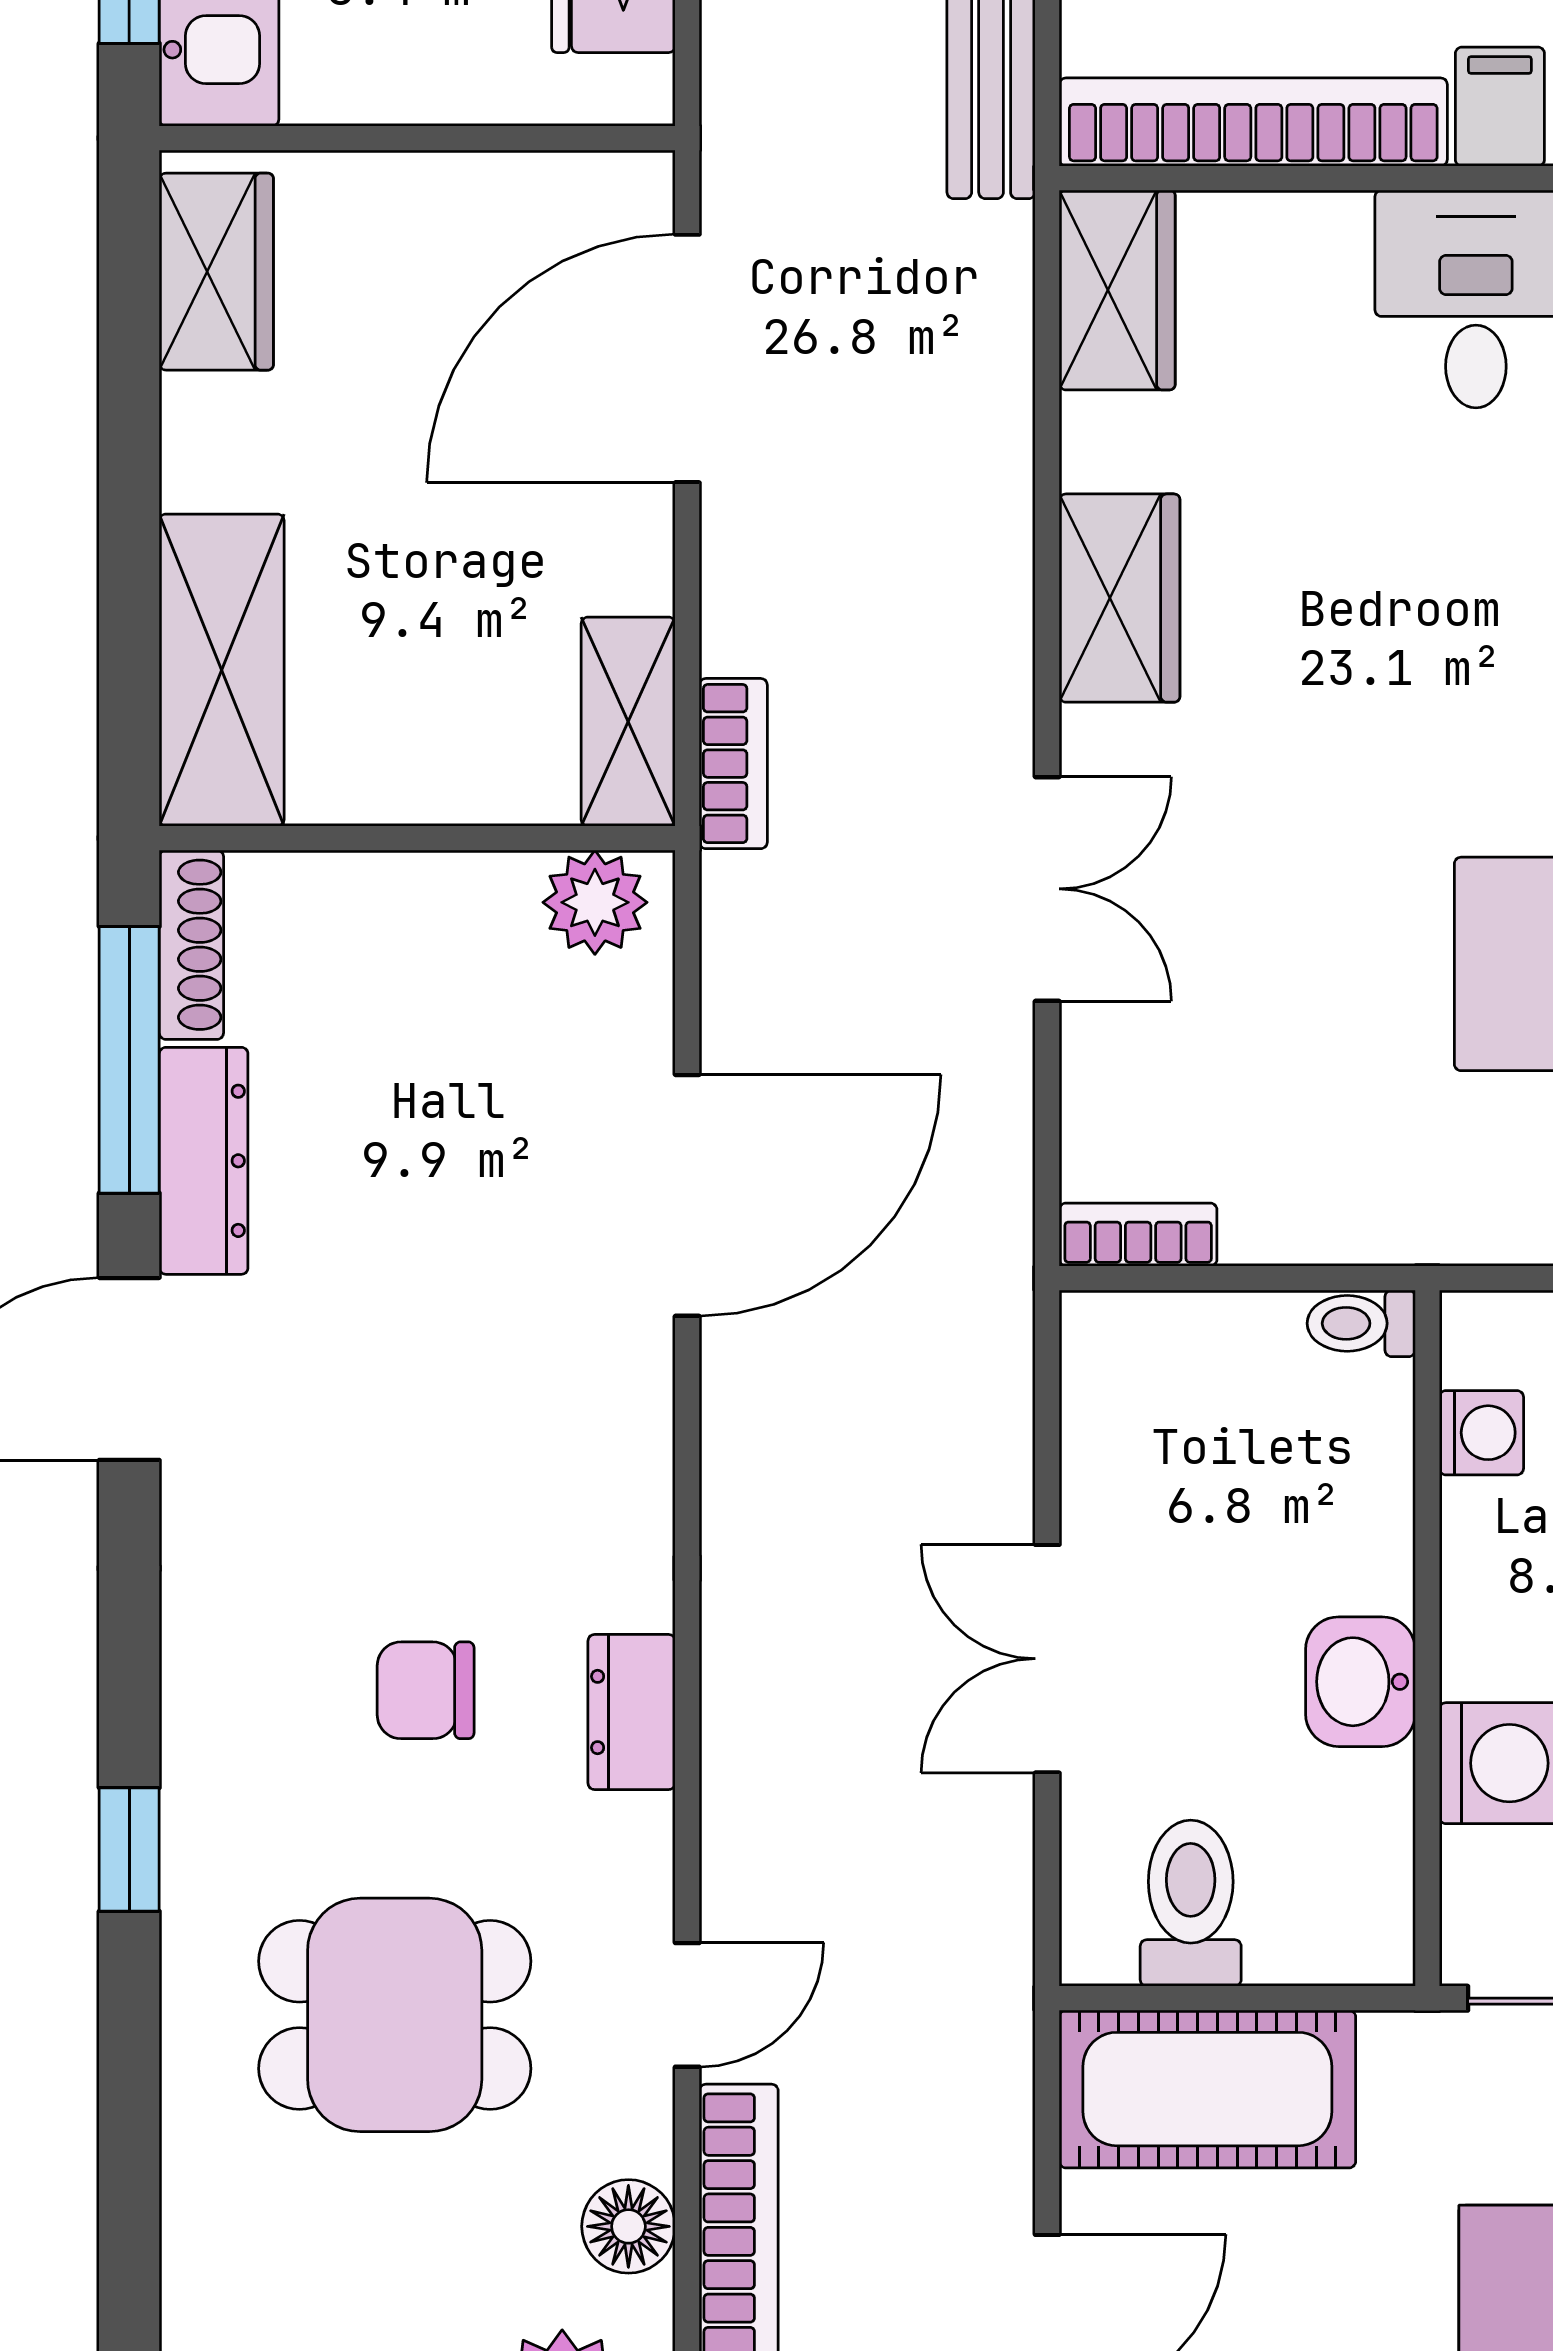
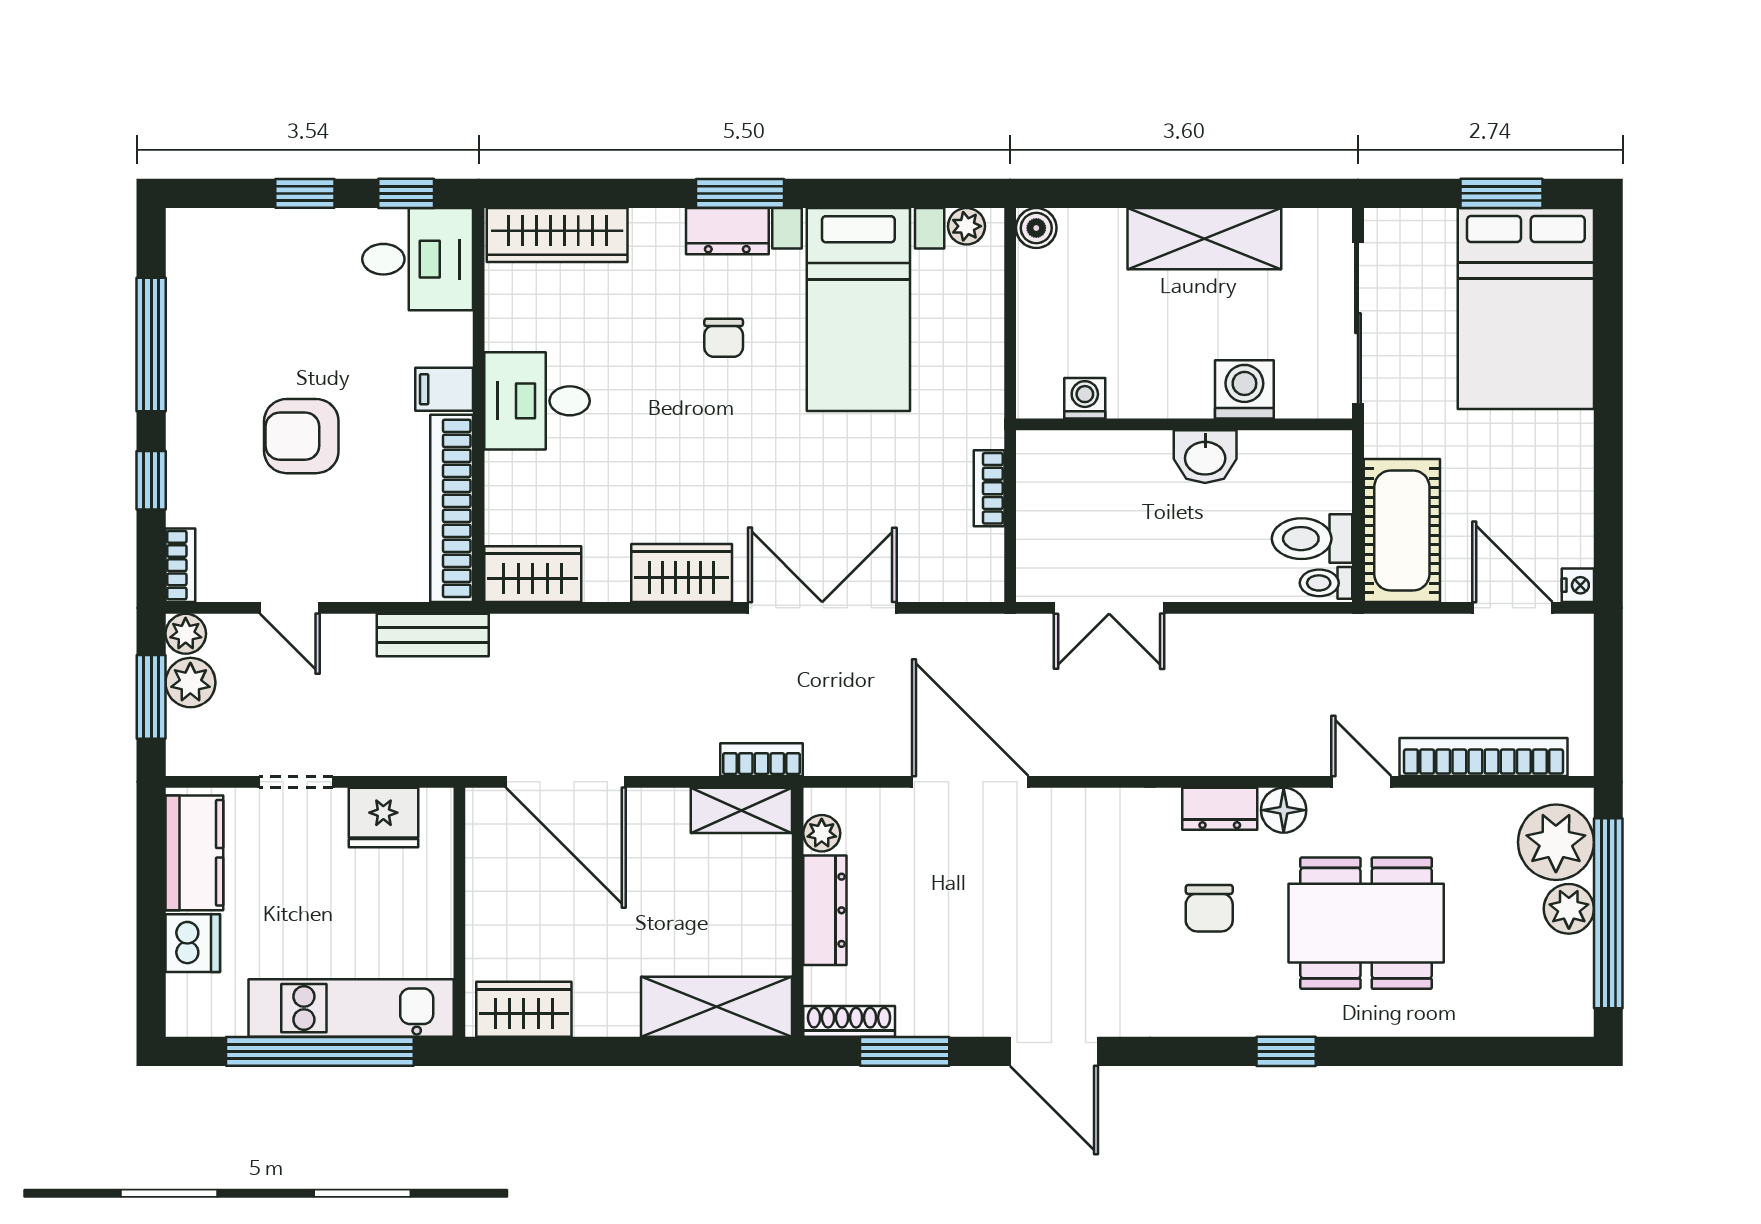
double door: (1047, 889) -> (822, 608), width x1.37
plant: (595, 902) -> (822, 833), width x0.73, depth x0.73
window: (129, 1060) -> (905, 1051), width x0.69
dresser: (204, 1161) -> (825, 910), moved, turned 90
bookcase: (1138, 1235) -> (989, 488), moved
toilet: (1361, 1323) -> (1326, 583), moved, turned 90
double door: (1047, 1659) -> (1109, 608), moved
dining table: (395, 2015) -> (1366, 923), width x1.37
floor lamp: (628, 2226) -> (1284, 810), moved

